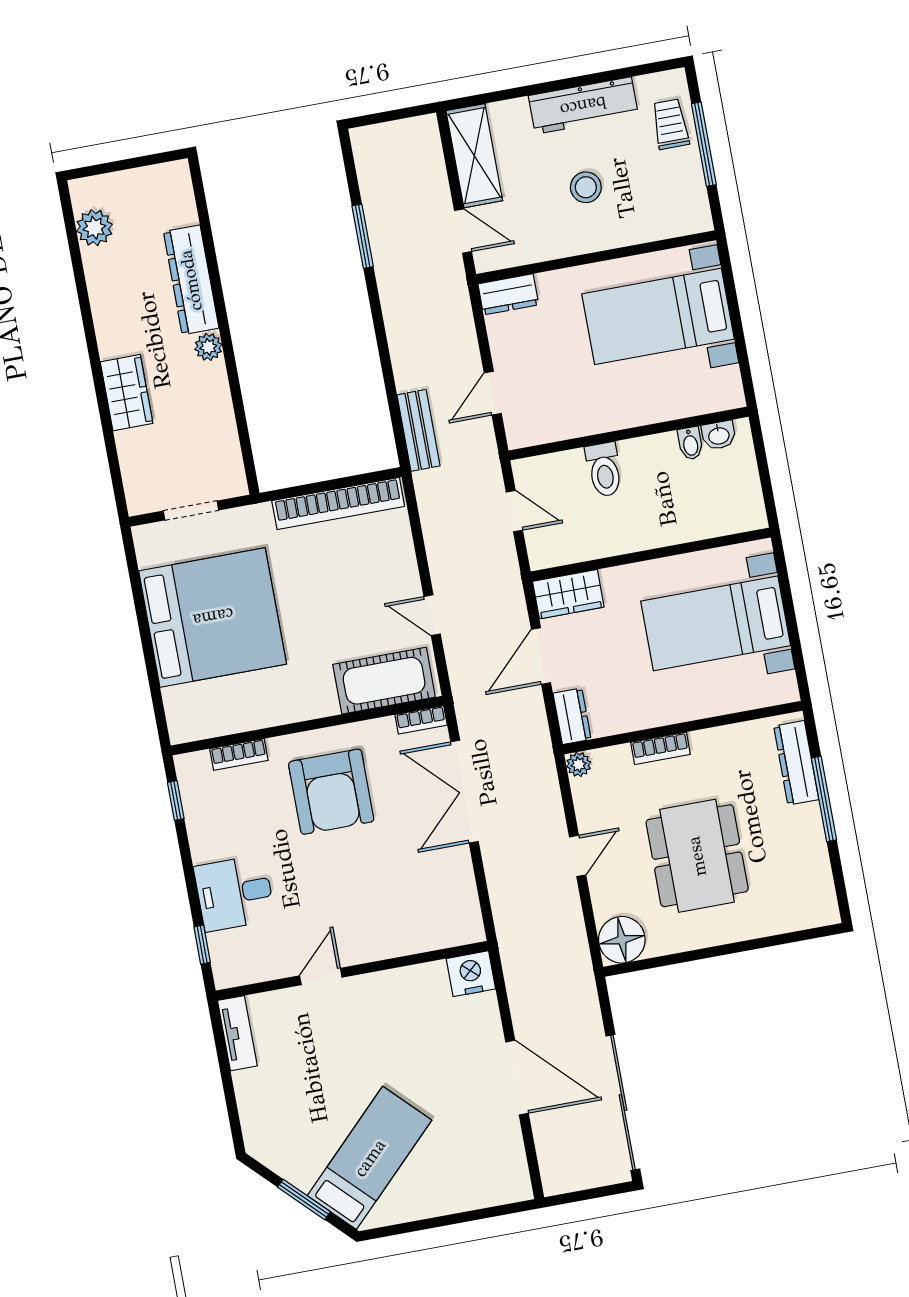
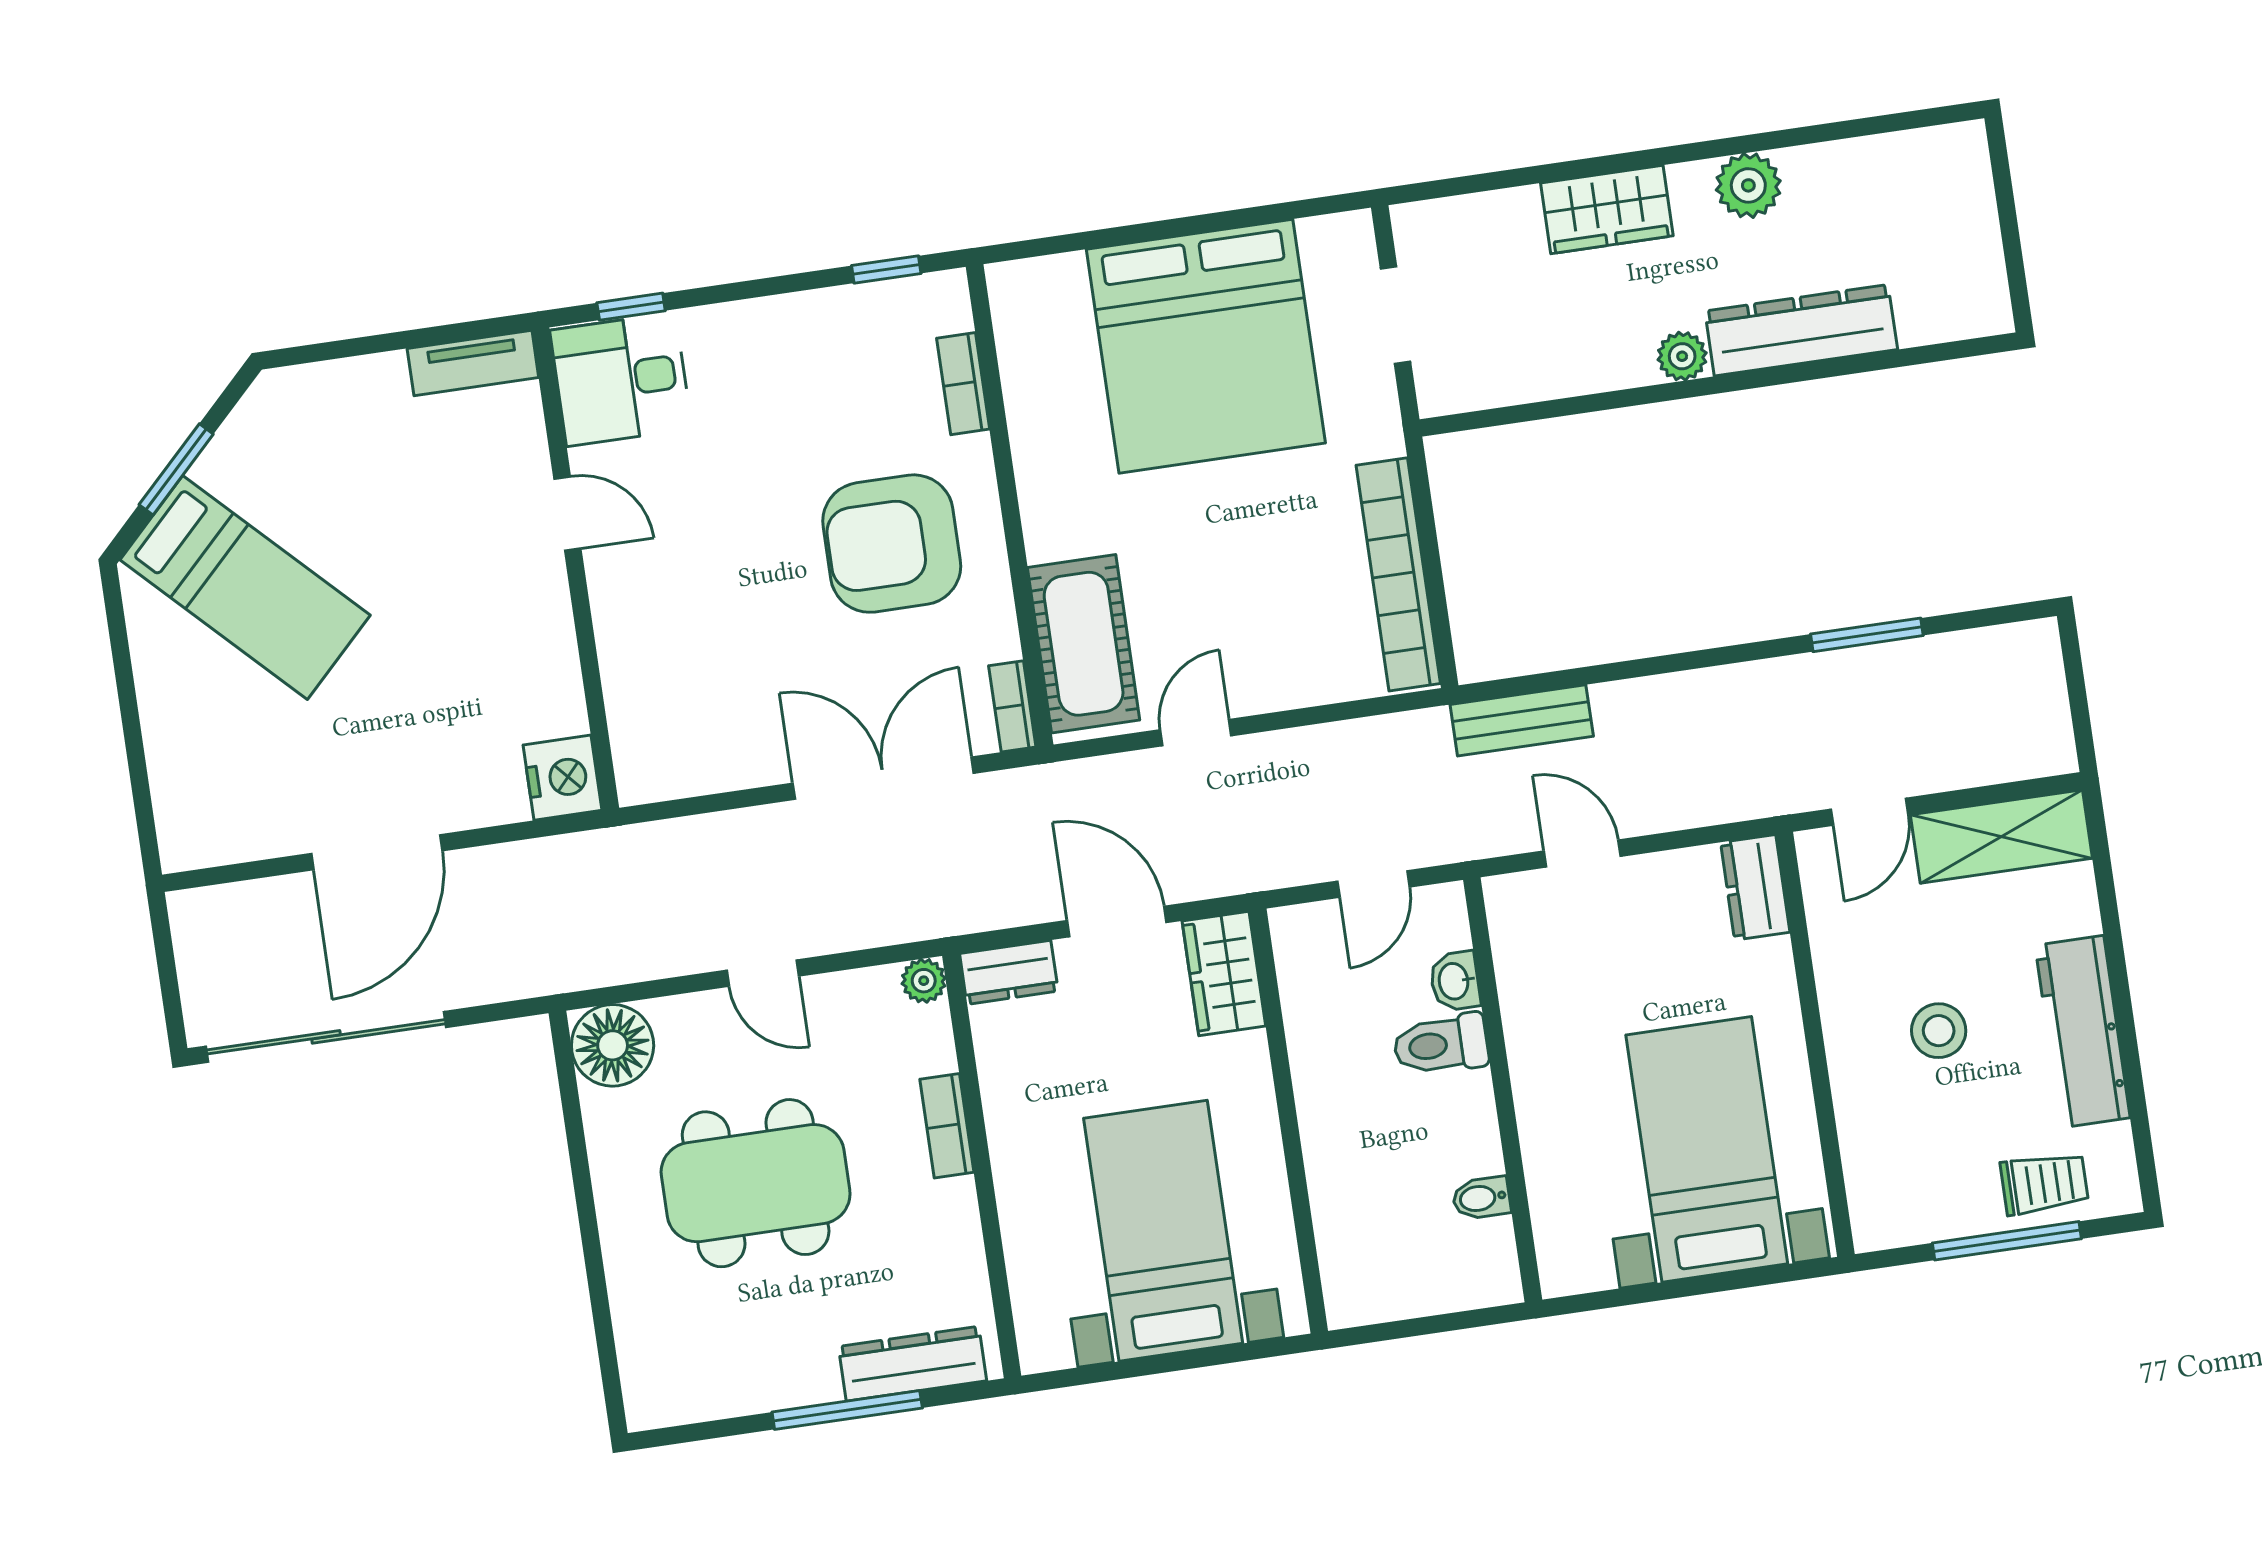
plant: (94, 228) -> (1748, 185), moved
washbasin: (719, 435) -> (1455, 981), moved
desk: (235, 893) -> (621, 379), moved, turned -90

